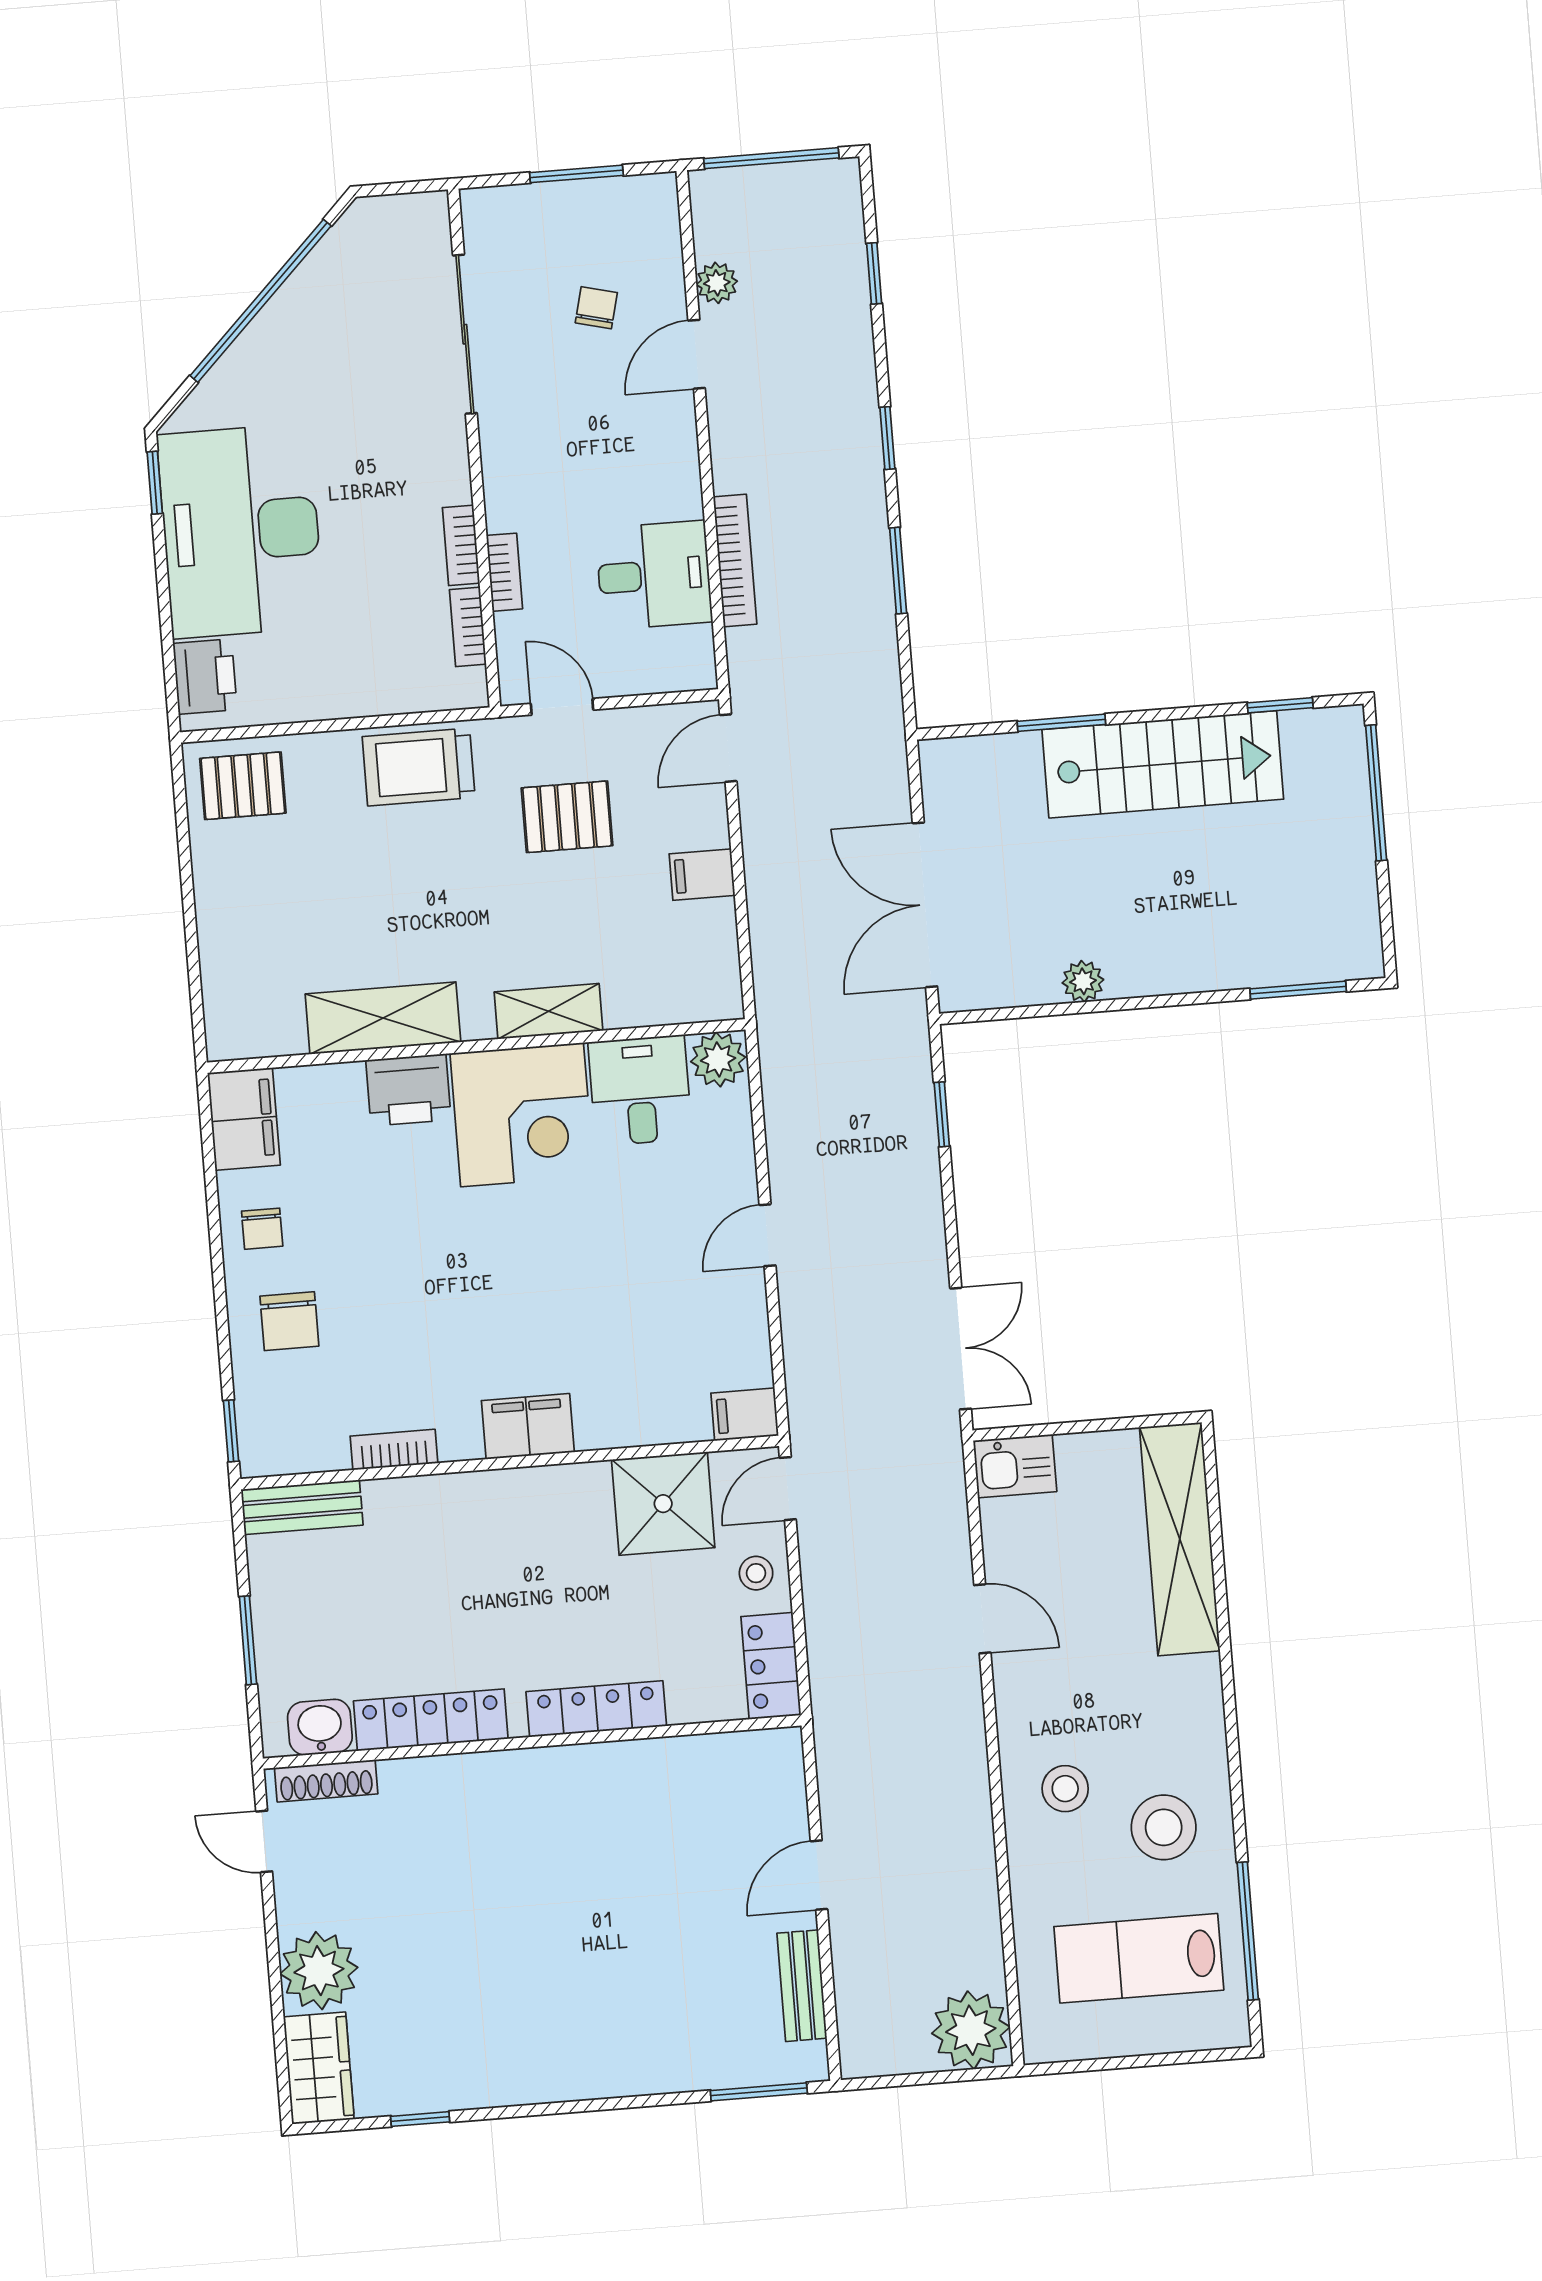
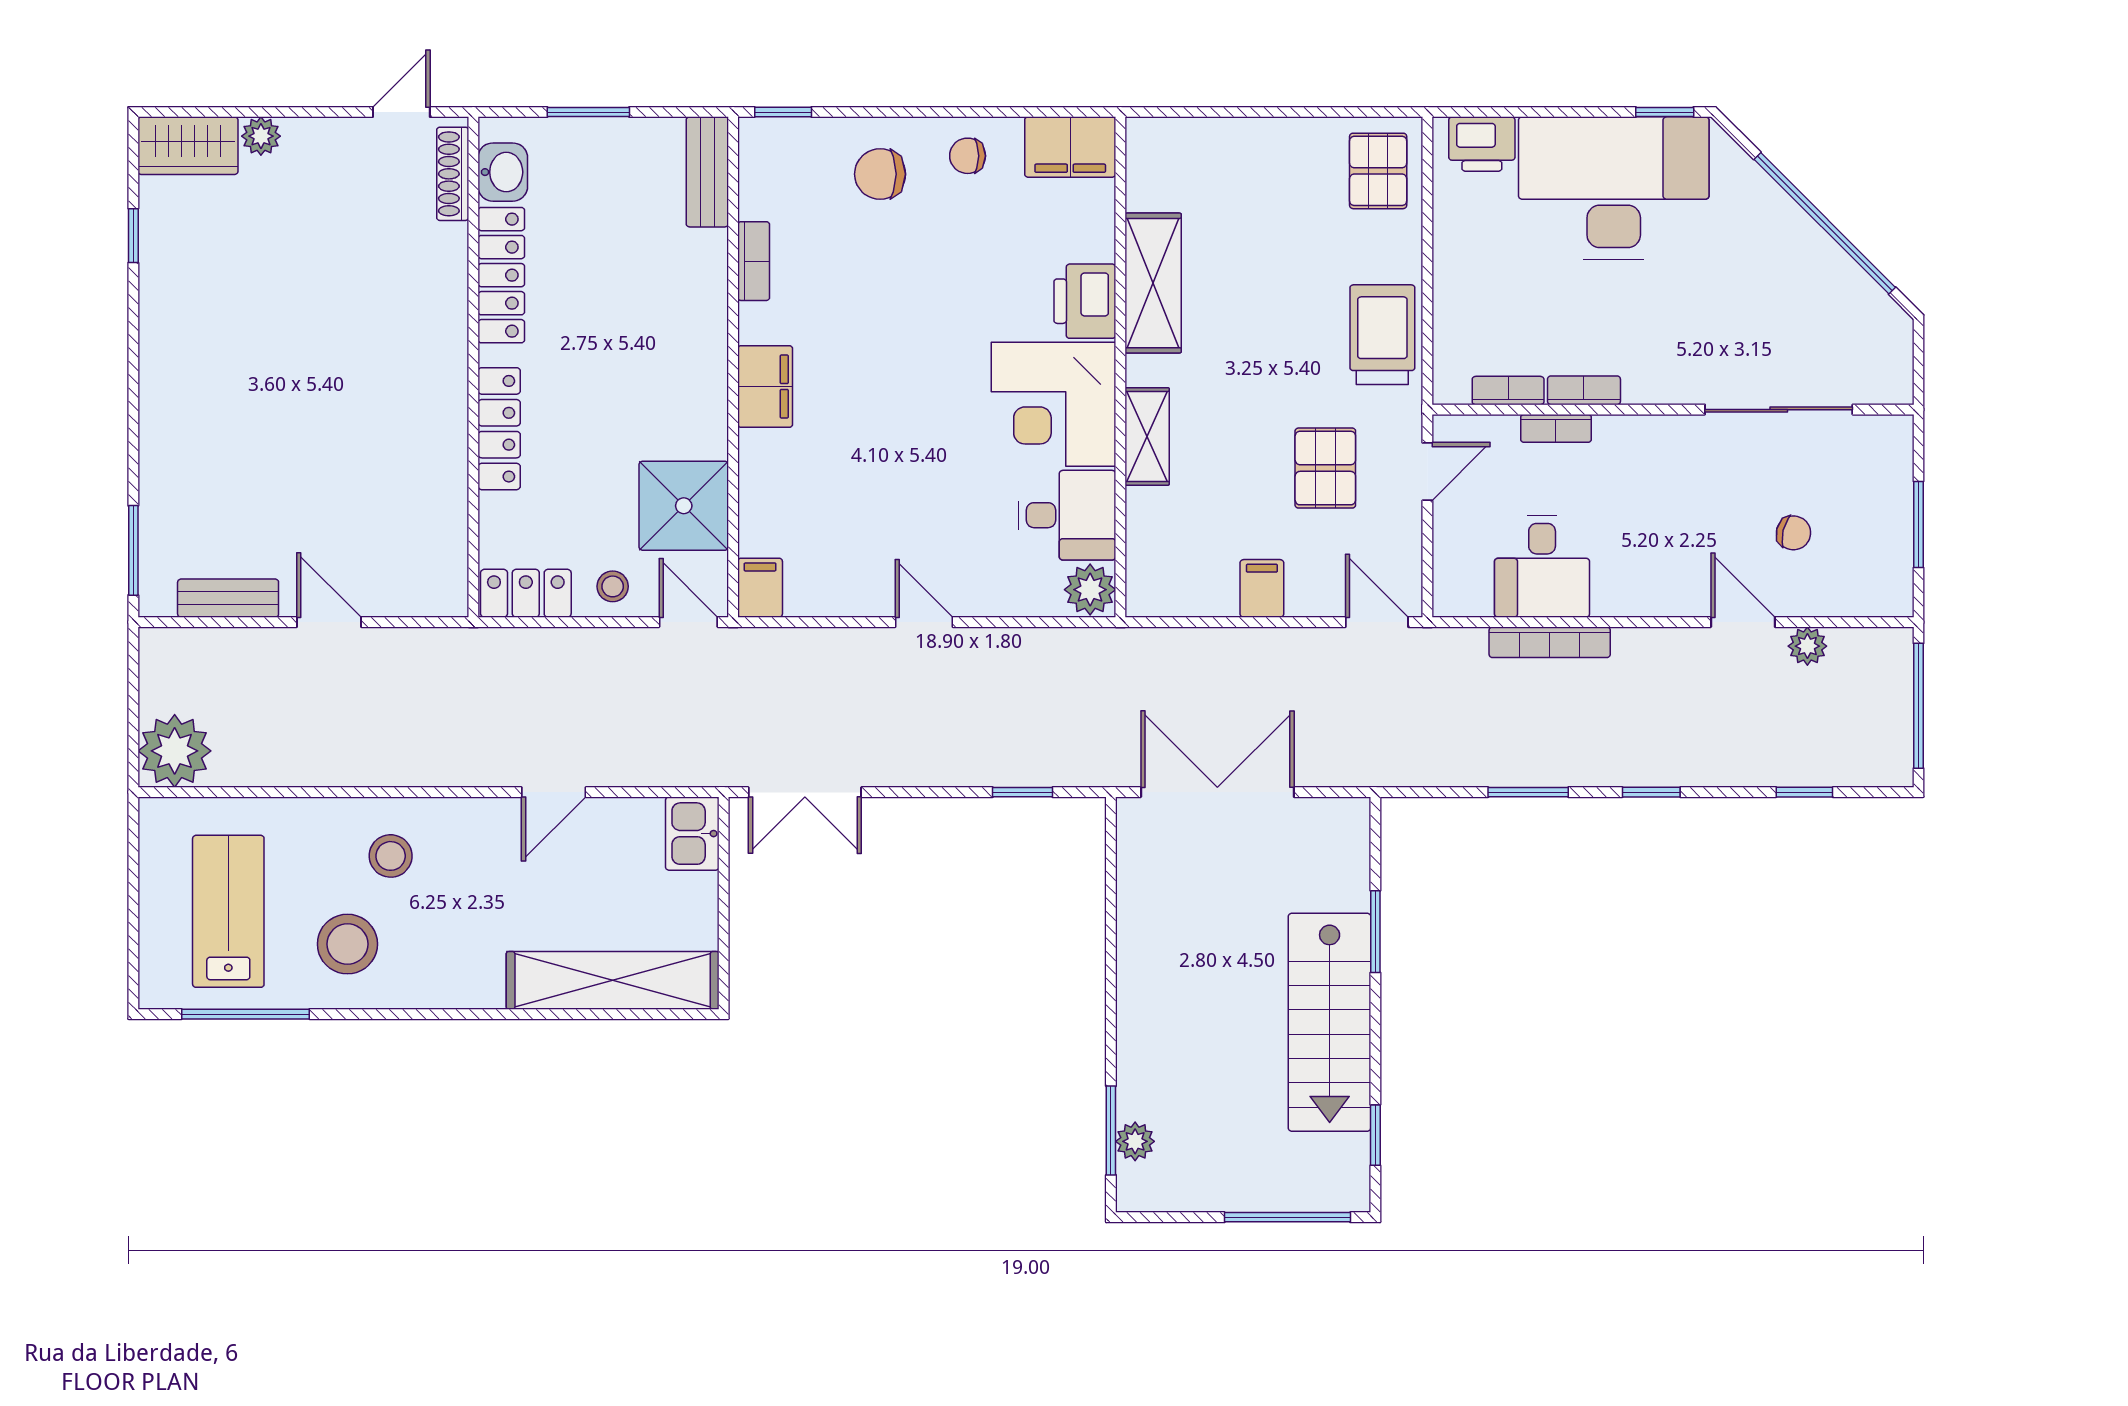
plant: (1083, 981) -> (1135, 1141), moved
plant: (319, 1971) -> (261, 136), width x0.53, depth x0.53

